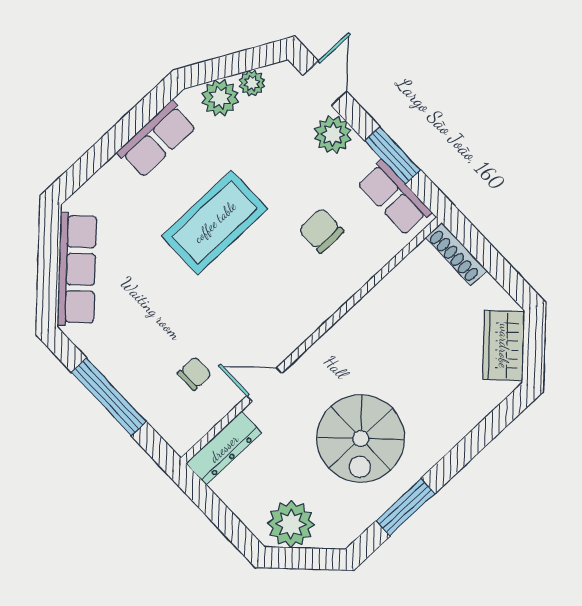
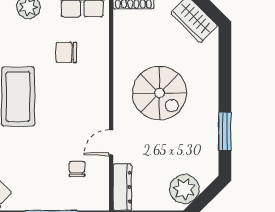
spiral stairs: (361, 438) -> (160, 93), moved

